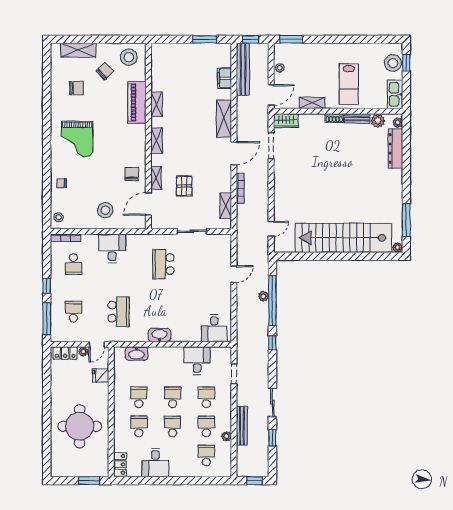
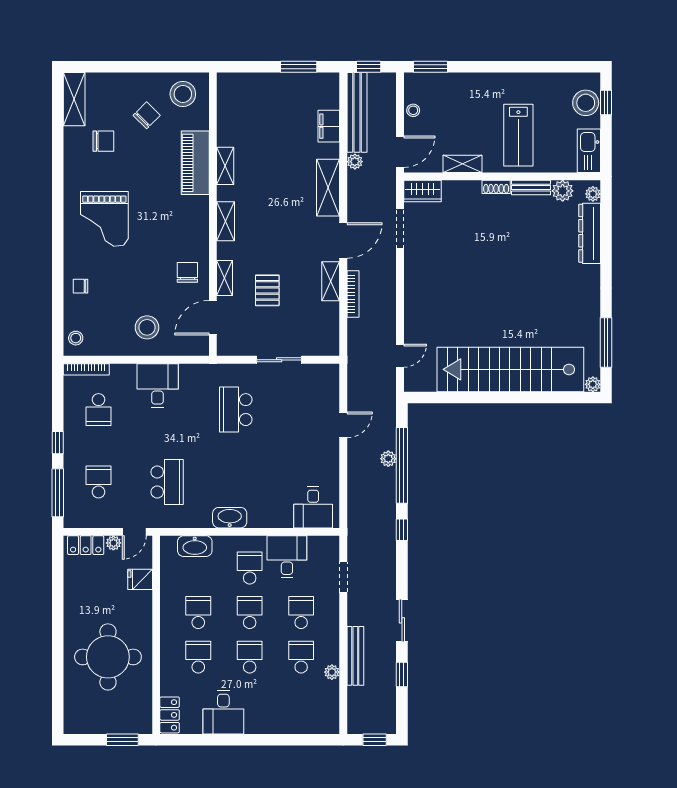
shelving: (78, 50) -> (74, 99), moved, turned 90
plant: (242, 101) -> (355, 162), added
shelving: (226, 206) -> (331, 281), moved
school desk: (206, 456) -> (250, 568), moved

